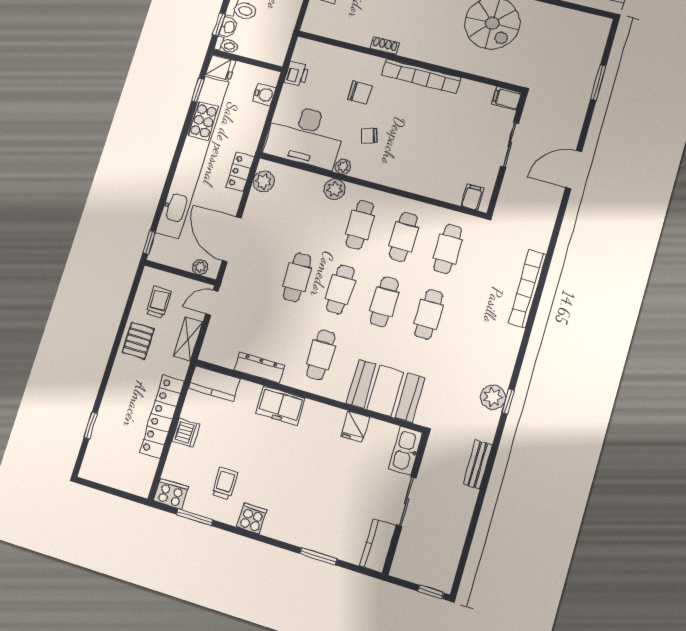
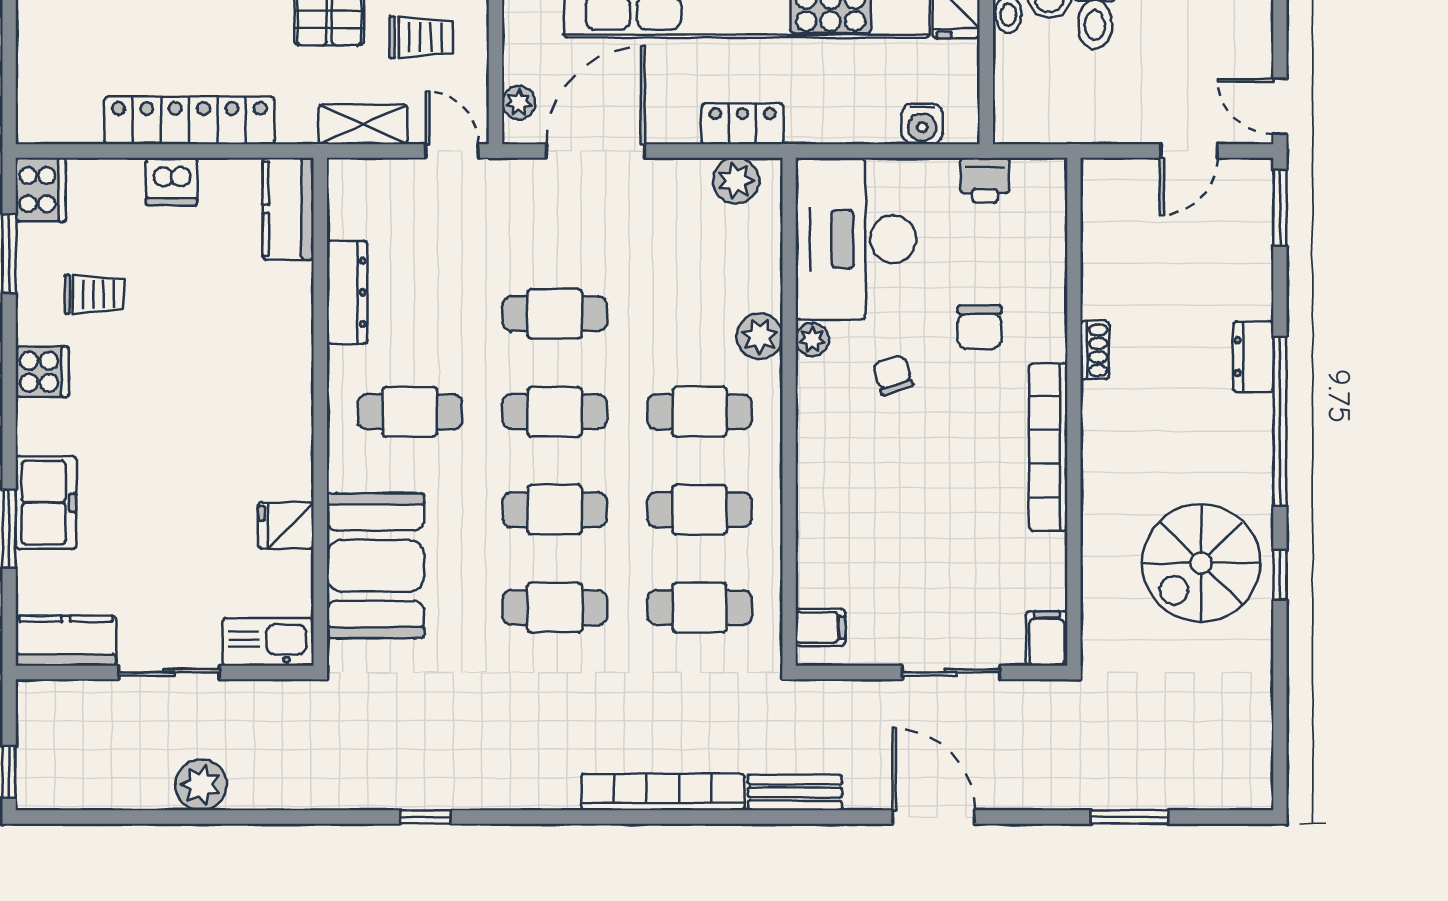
plant: (493, 397) -> (201, 785), moved
freezer: (280, 406) -> (46, 502), moved, turned 180
bench: (478, 464) -> (795, 792), moved

